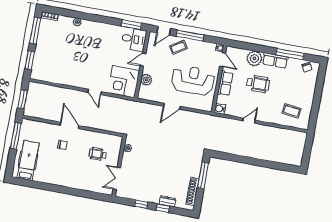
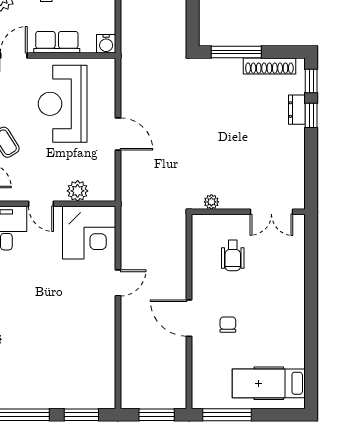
door: (70, 125) -> (189, 318), hinge flipped
window: (141, 204) -> (311, 81), moved

